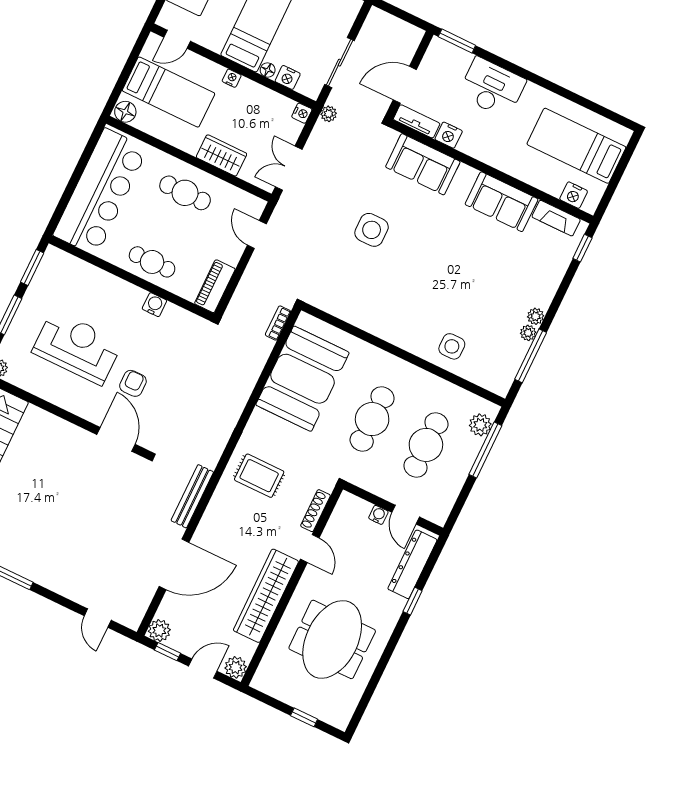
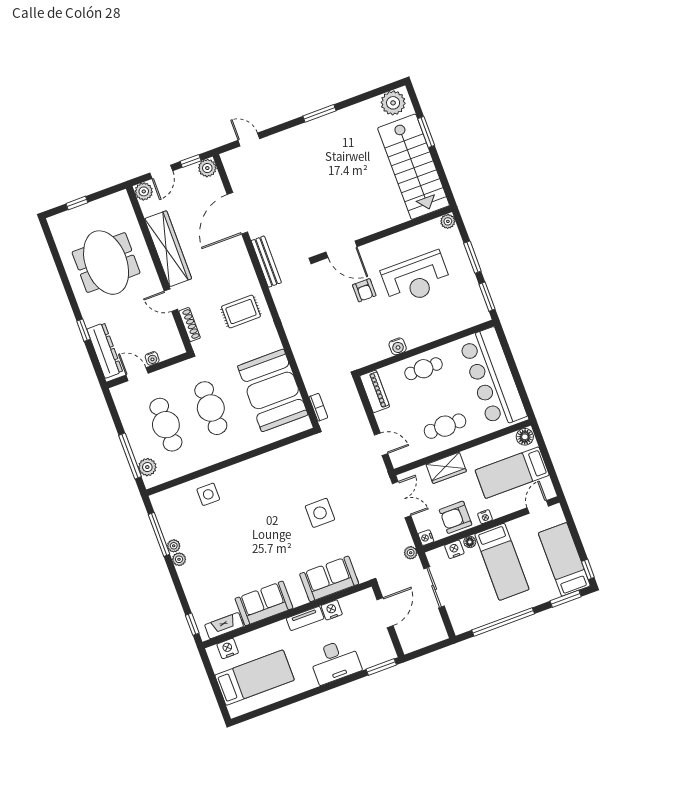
armchair: (258, 104) -> (456, 517), added
tv unit: (417, 121) -> (305, 618), moved

